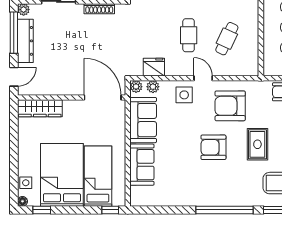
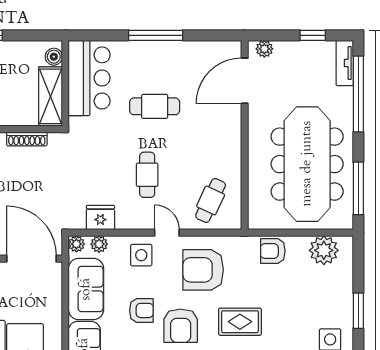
cafe table: (227, 39) -> (211, 200), moved
armchair: (184, 136) -> (141, 310), added
rug: (257, 144) -> (240, 322), turned 90
armchair: (213, 147) -> (181, 326), turned -90

